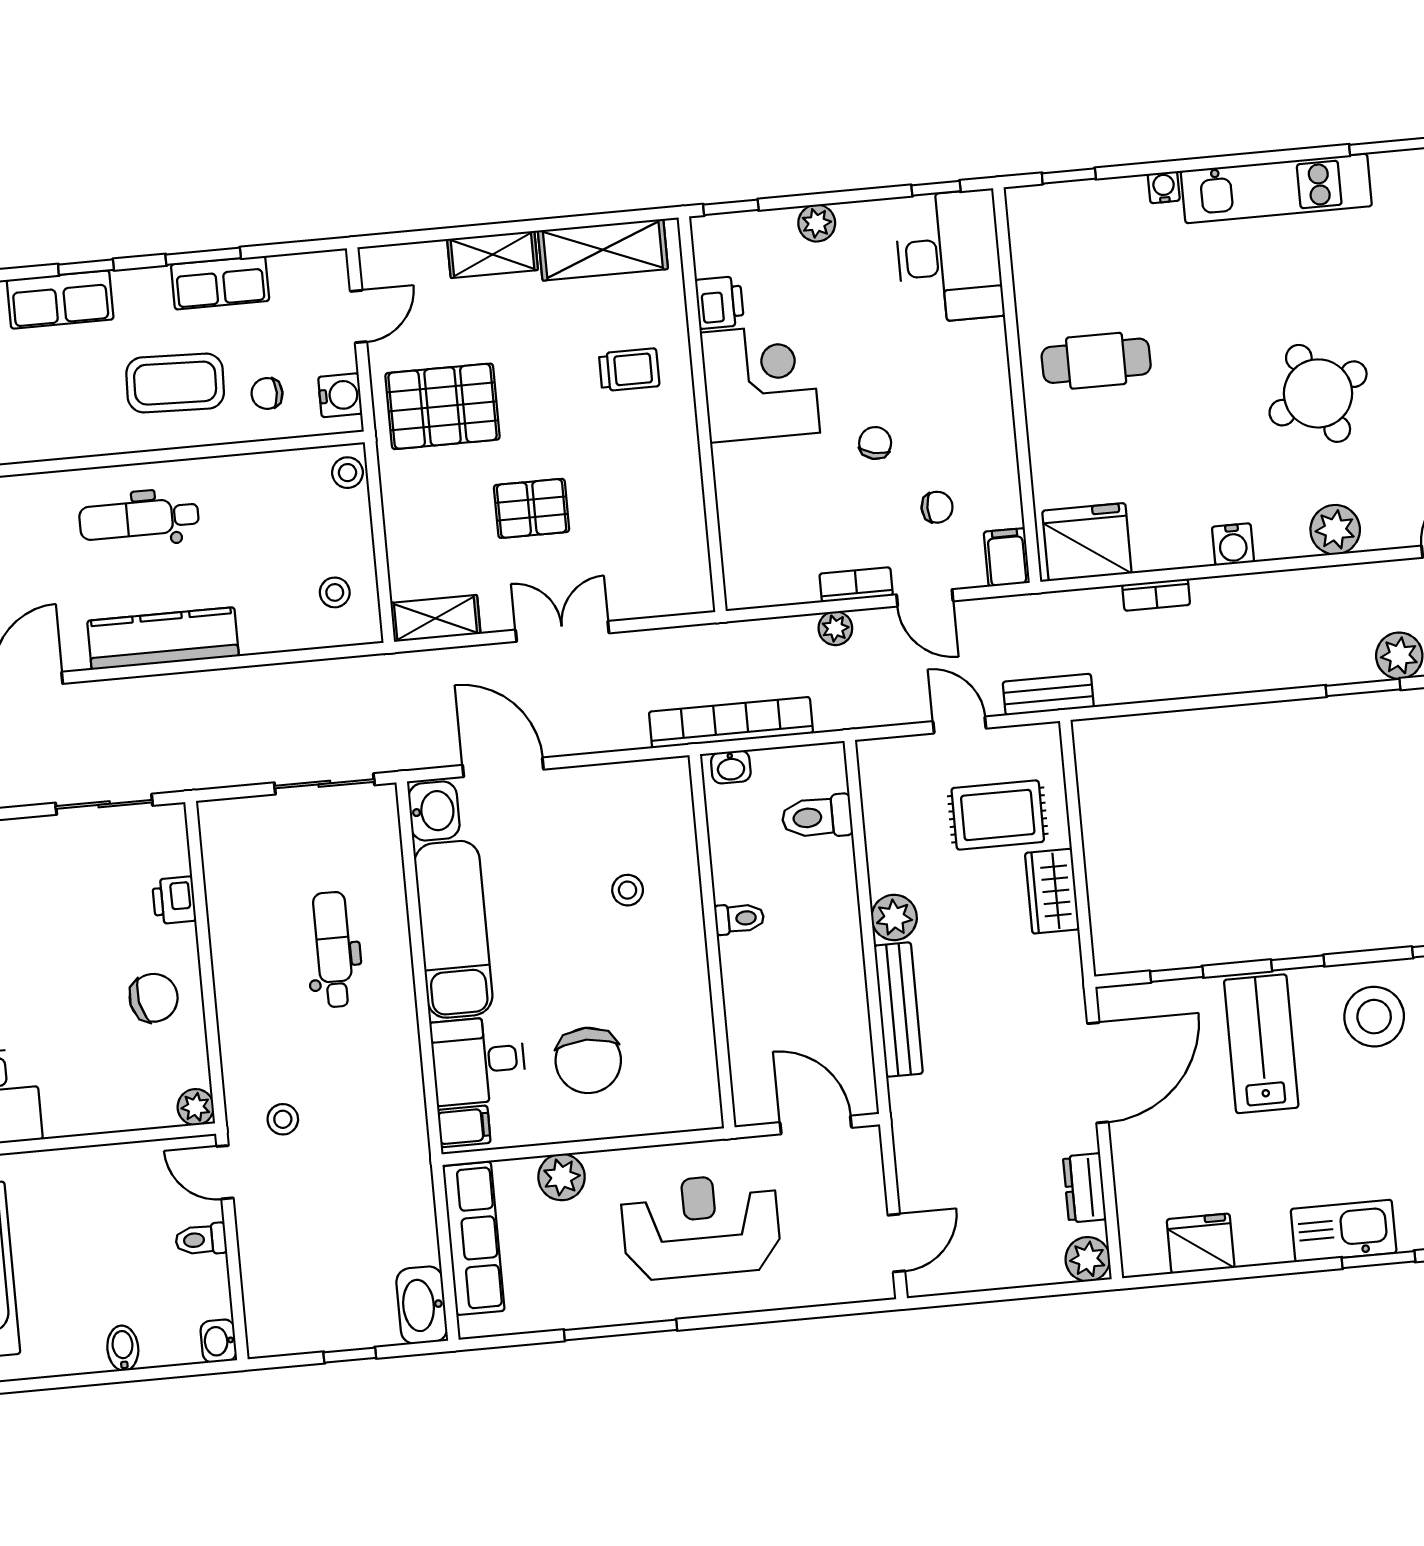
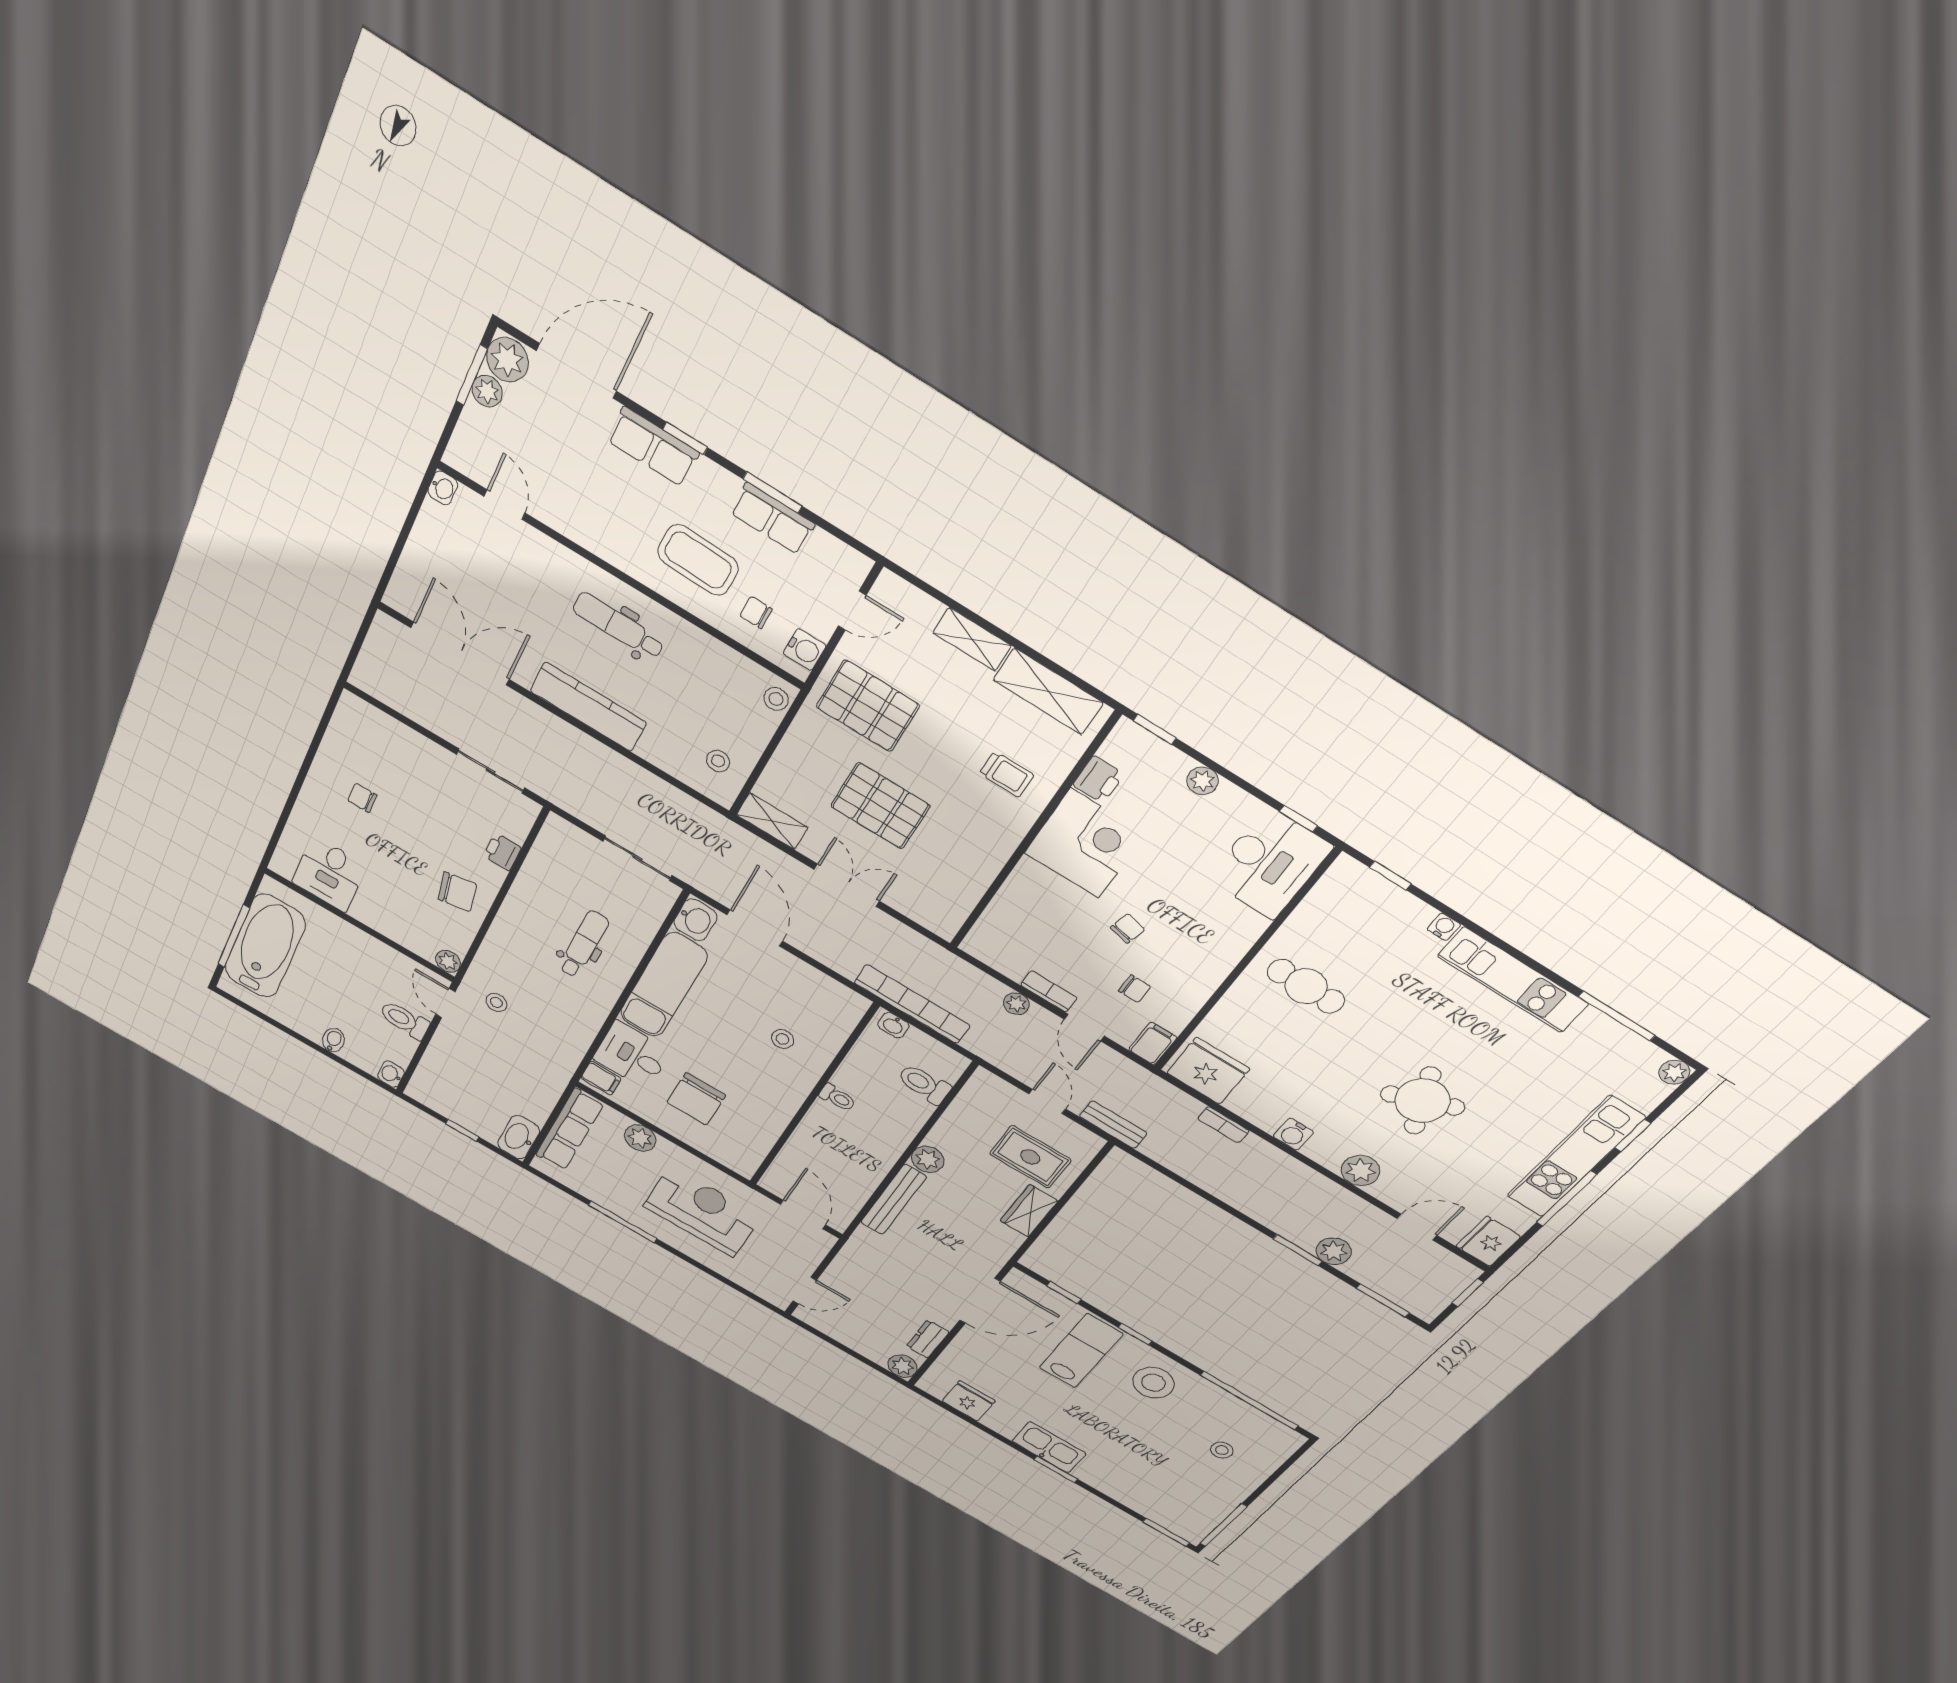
pallet: (532, 508) -> (880, 806), width x1.50, depth x1.42
toilet: (201, 1240) -> (405, 1020), width x1.37, depth x1.39

